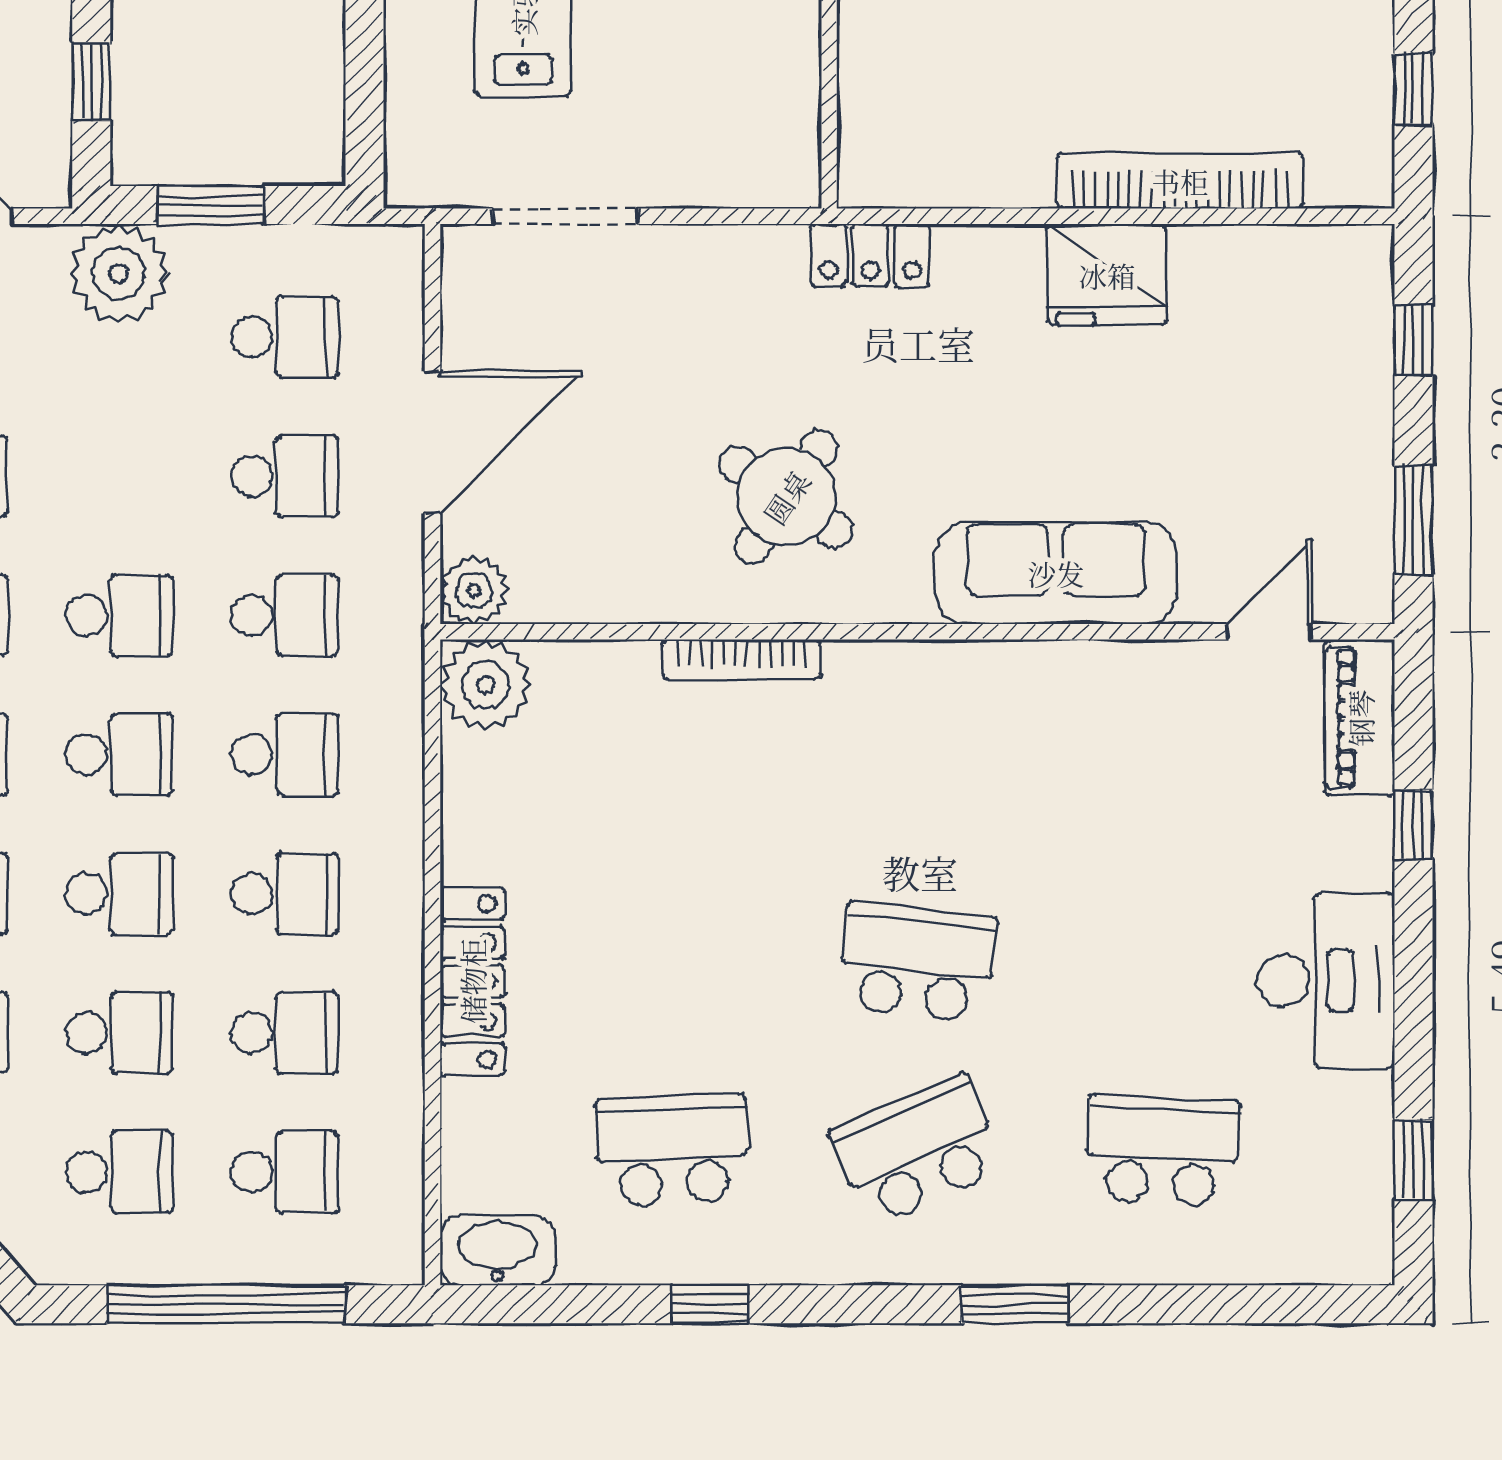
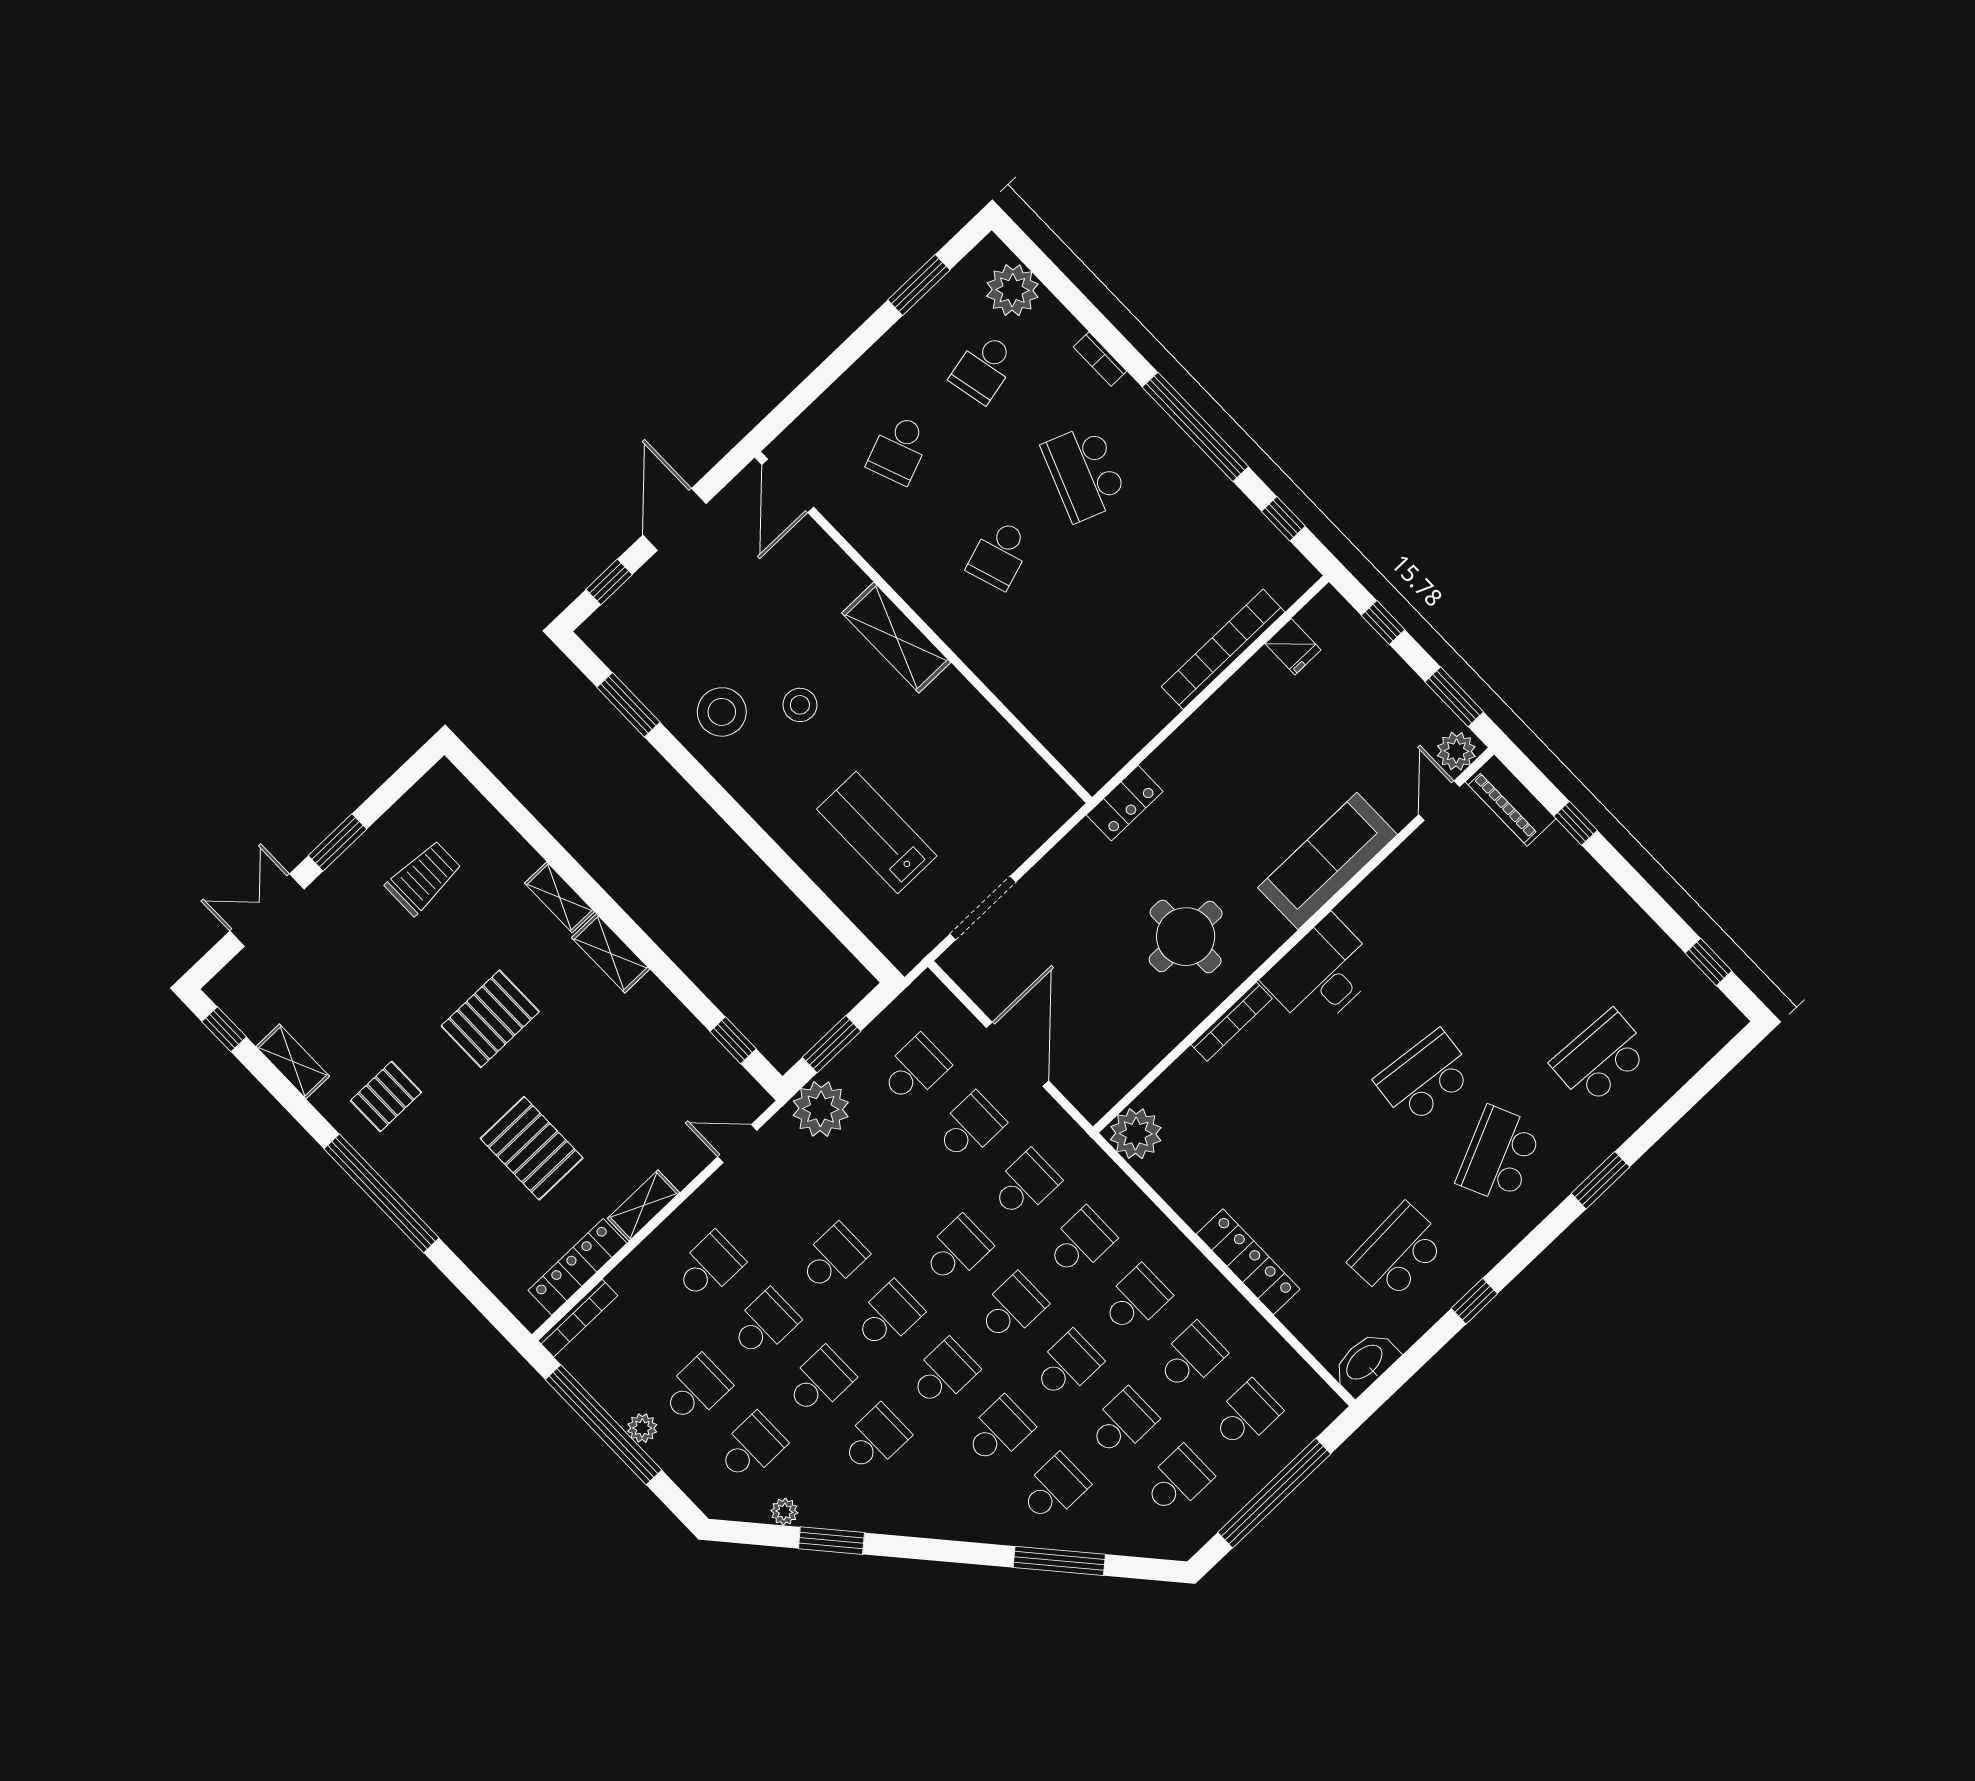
fridge: (1107, 275) -> (1293, 647), moved, width x0.53, depth x0.75
round table: (786, 497) -> (1186, 937), turned -34
plant: (474, 590) -> (1456, 751), moved
desk: (1326, 981) -> (1322, 974), moved, turned -90

